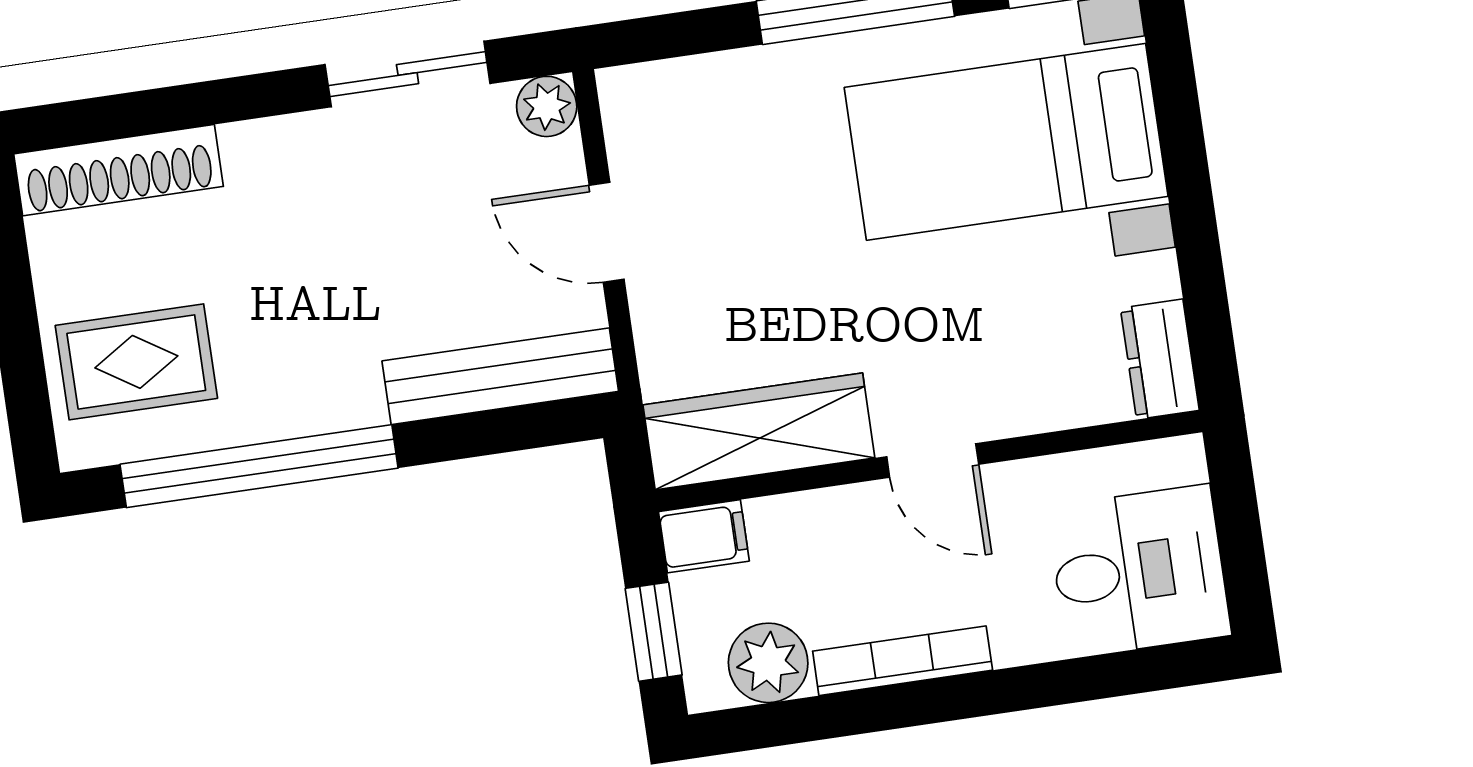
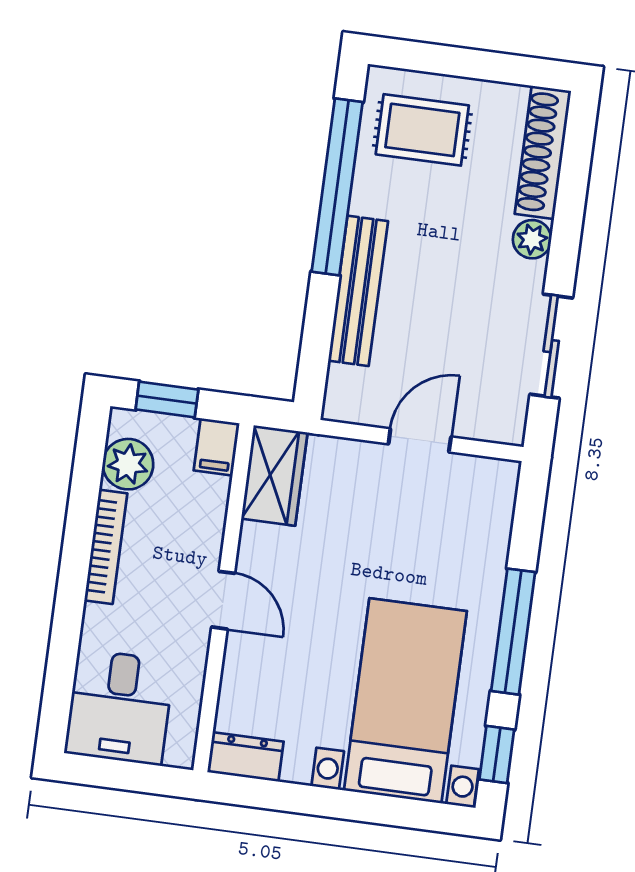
plant: (547, 106) -> (532, 239), moved
rug: (136, 362) -> (422, 130), turned 90
bench: (500, 376) -> (358, 291), moved
wardrobe: (759, 431) -> (274, 476), width x0.67
door: (933, 460) -> (223, 600), swing flipped

